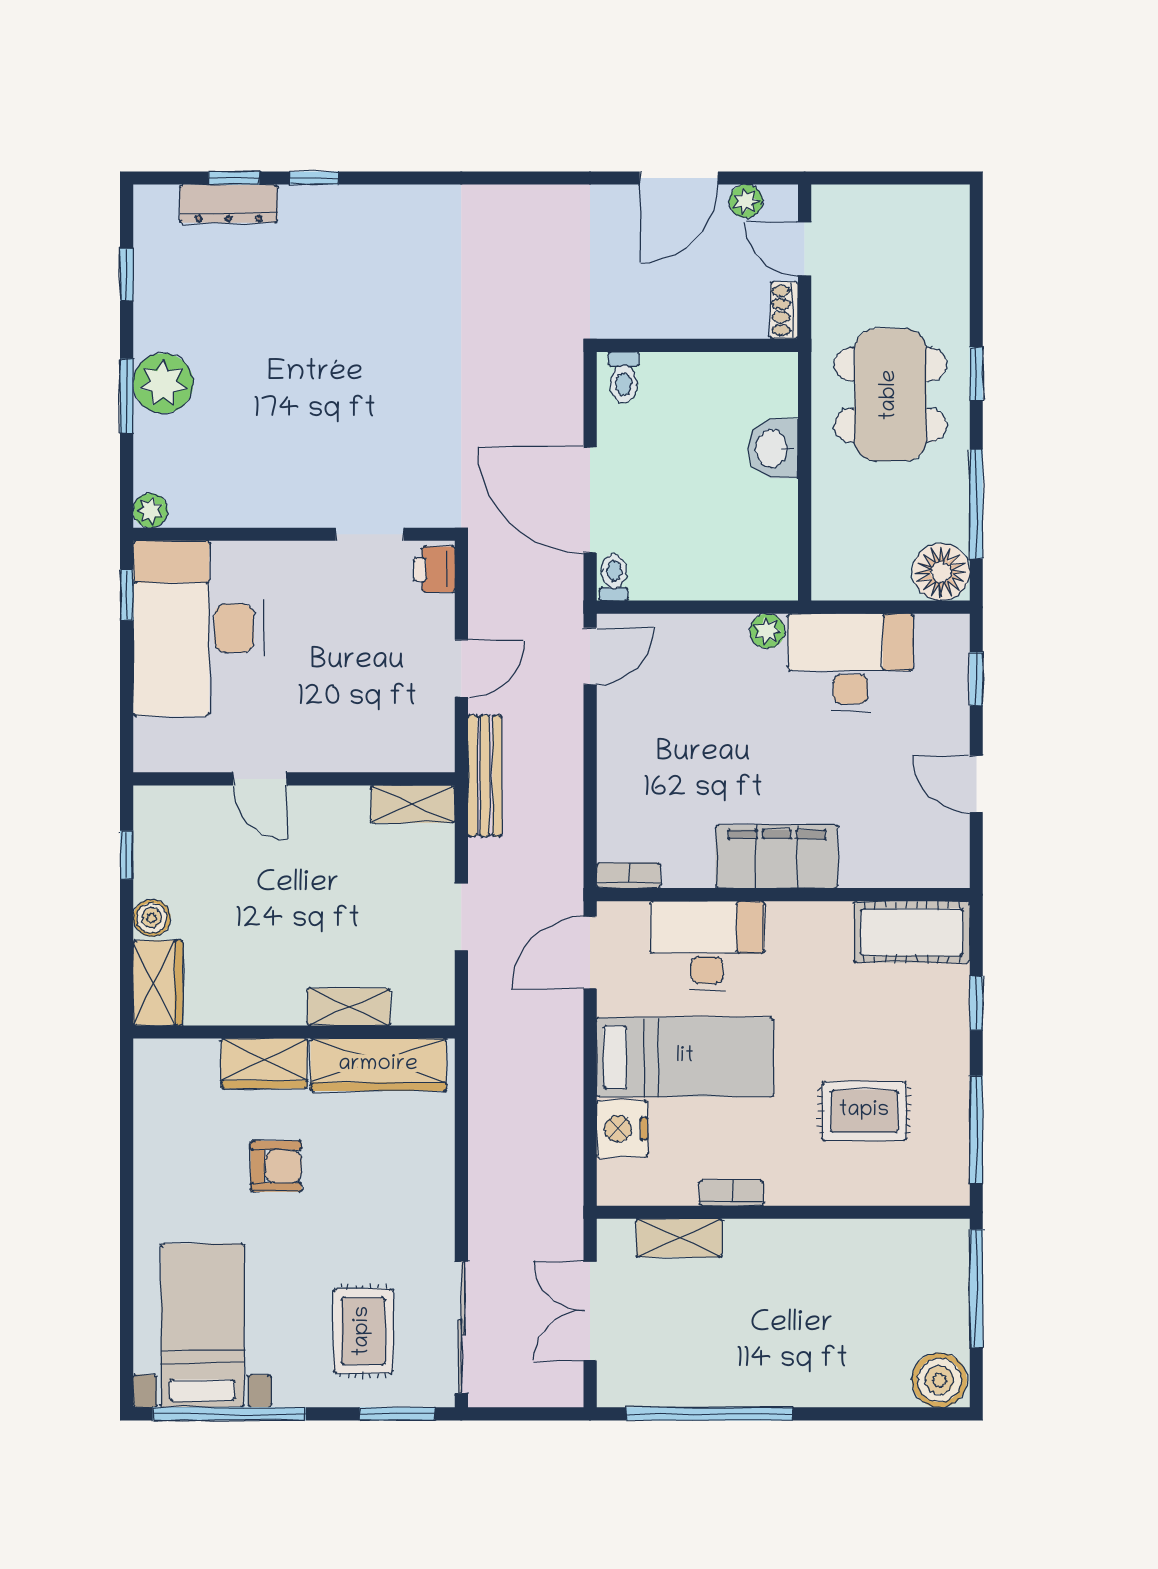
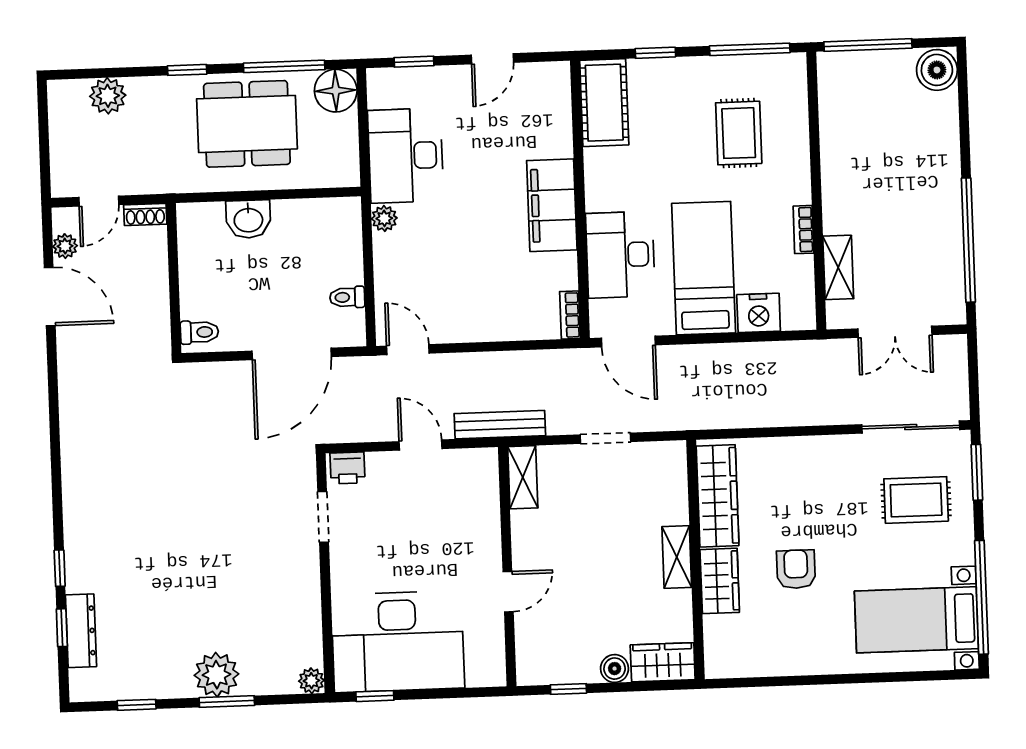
plant: (945, 266) -> (108, 96), added
dining table: (890, 395) -> (247, 124), moved
toilet: (614, 577) -> (347, 297), moved
shelving: (349, 1007) -> (677, 557), moved

